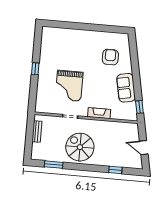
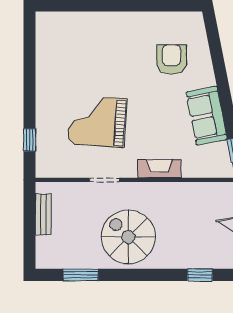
window: (35, 69) -> (29, 140), moved
grand piano: (69, 86) -> (97, 121), turned 94

